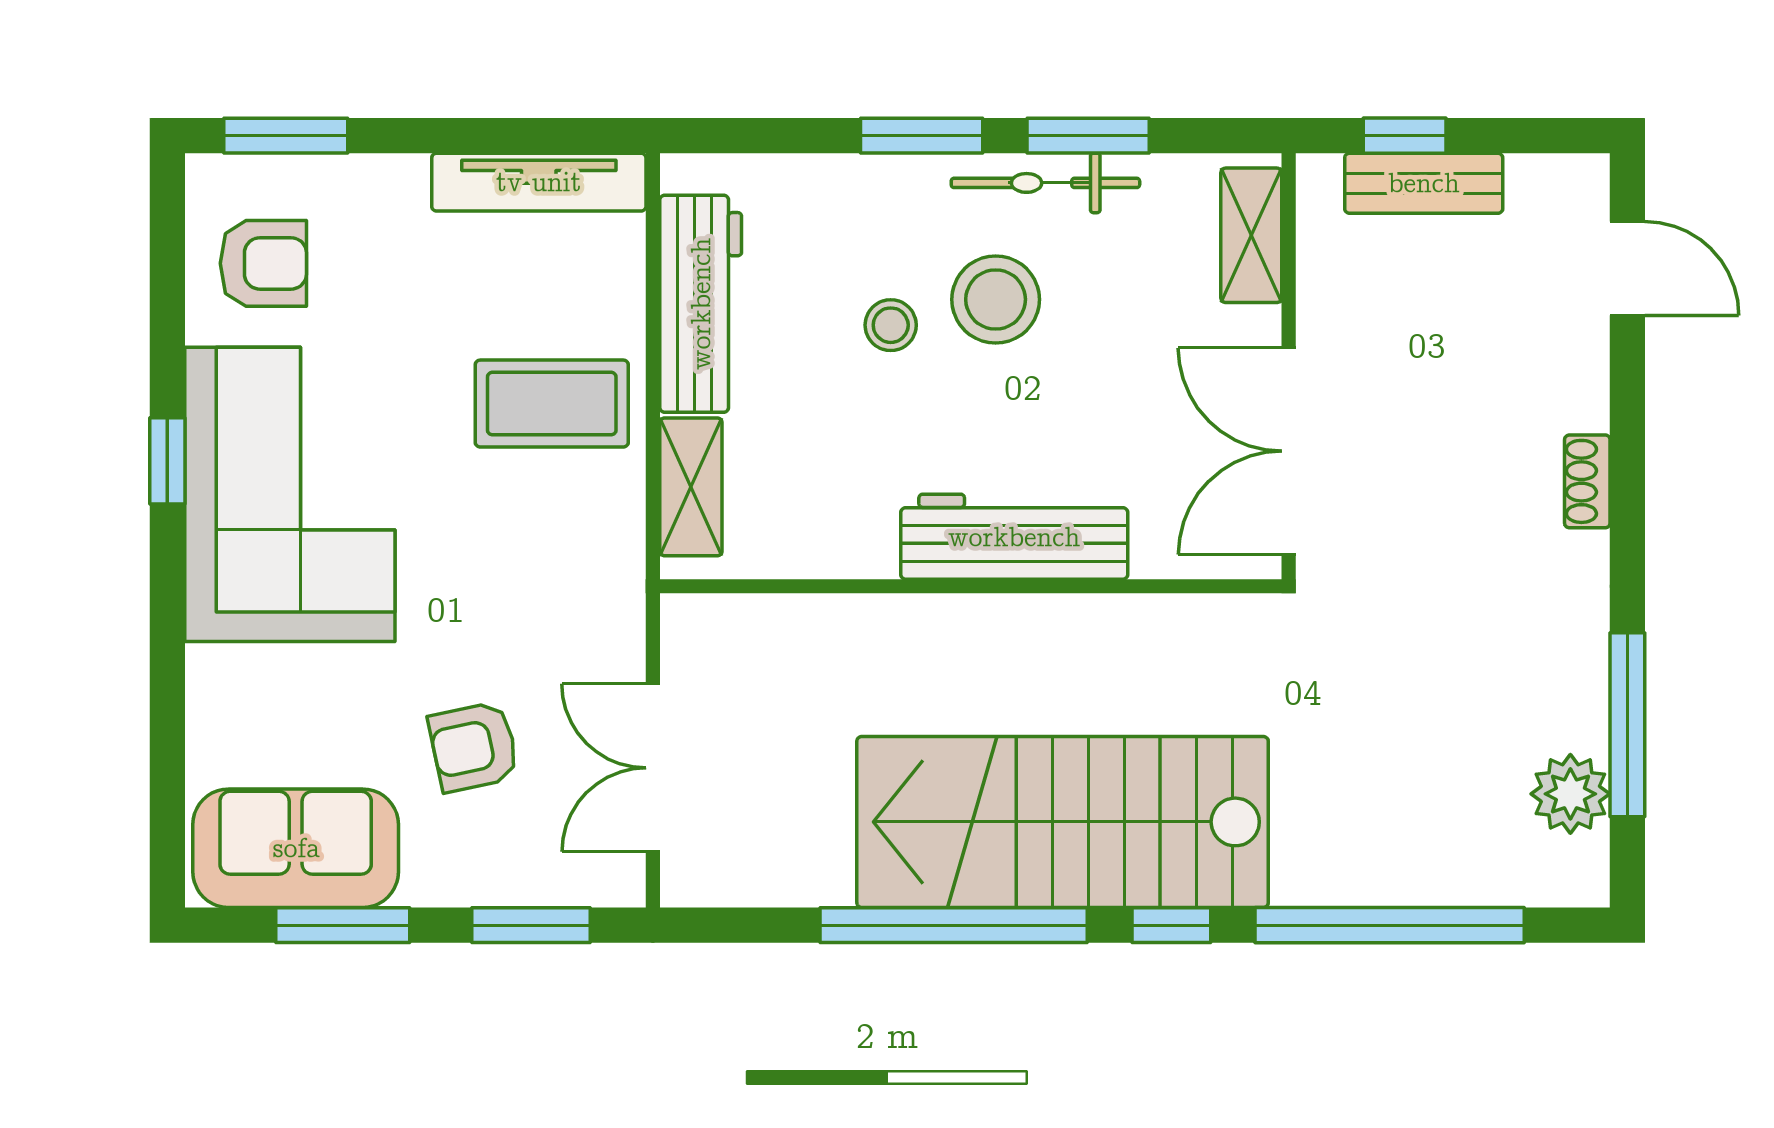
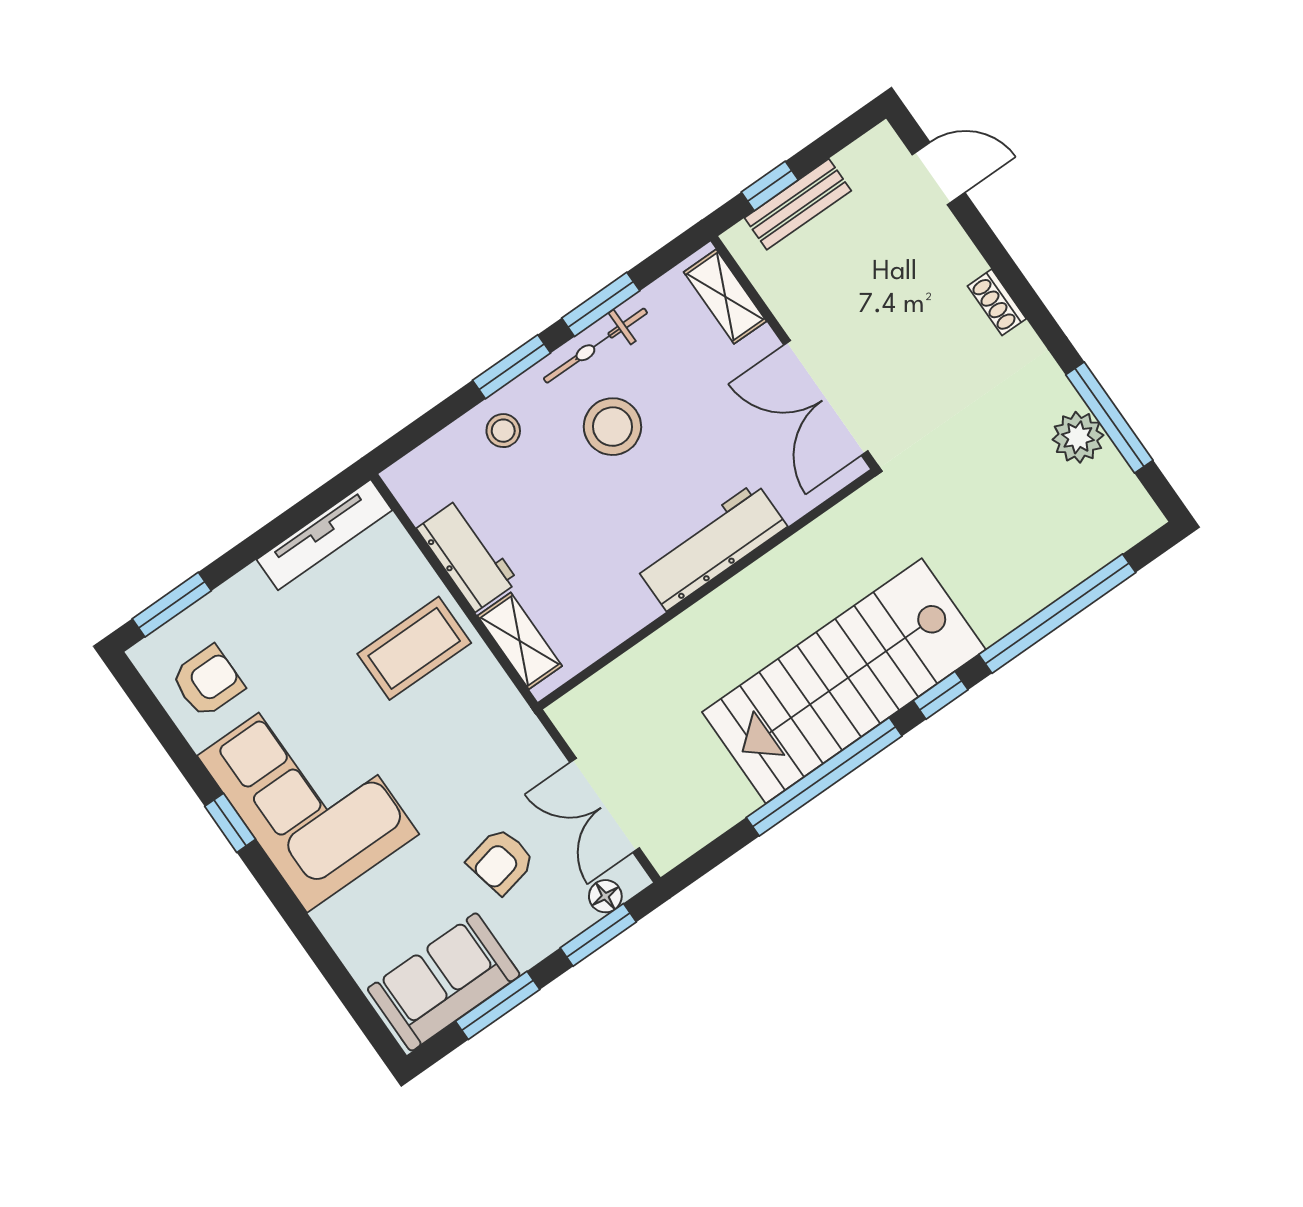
workbench: (701, 304) -> (467, 555), width x0.73
stool: (891, 325) -> (503, 431), moved
plant: (1570, 794) -> (1078, 437), moved
floor lamp: (574, 883) -> (605, 896), added

